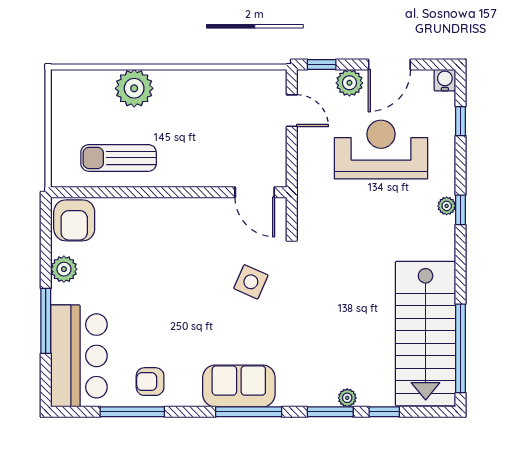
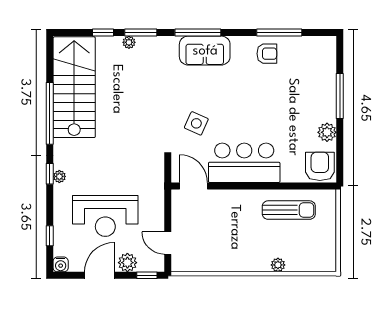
plant: (134, 88) -> (278, 265), width x0.53, depth x0.53
window: (460, 348) -> (50, 113), moved
bar counter: (79, 356) -> (244, 163), moved, turned 90

